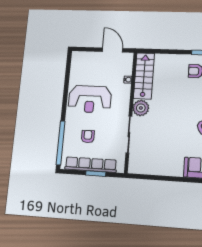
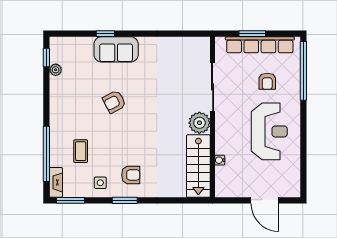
door: (113, 50) -> (265, 200), moved
reception desk: (90, 99) -> (269, 131), turned 90

